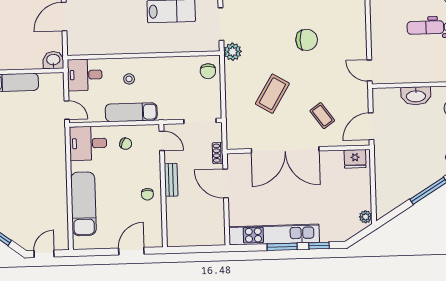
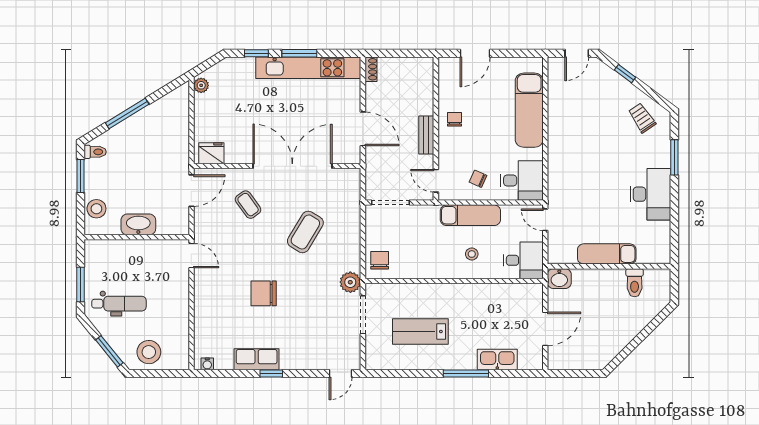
shoe rack: (218, 153) -> (371, 69), moved

